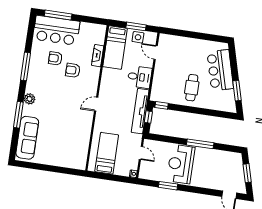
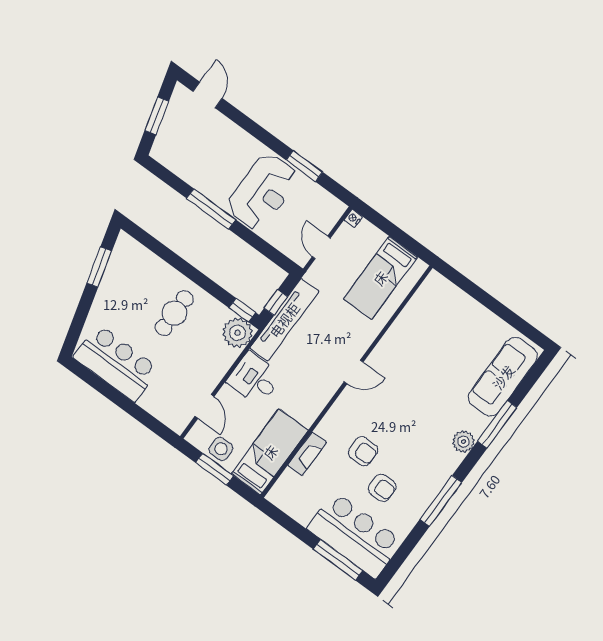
bar counter: (220, 70) -> (116, 363), moved, turned -75
plant: (158, 94) -> (238, 333), added

